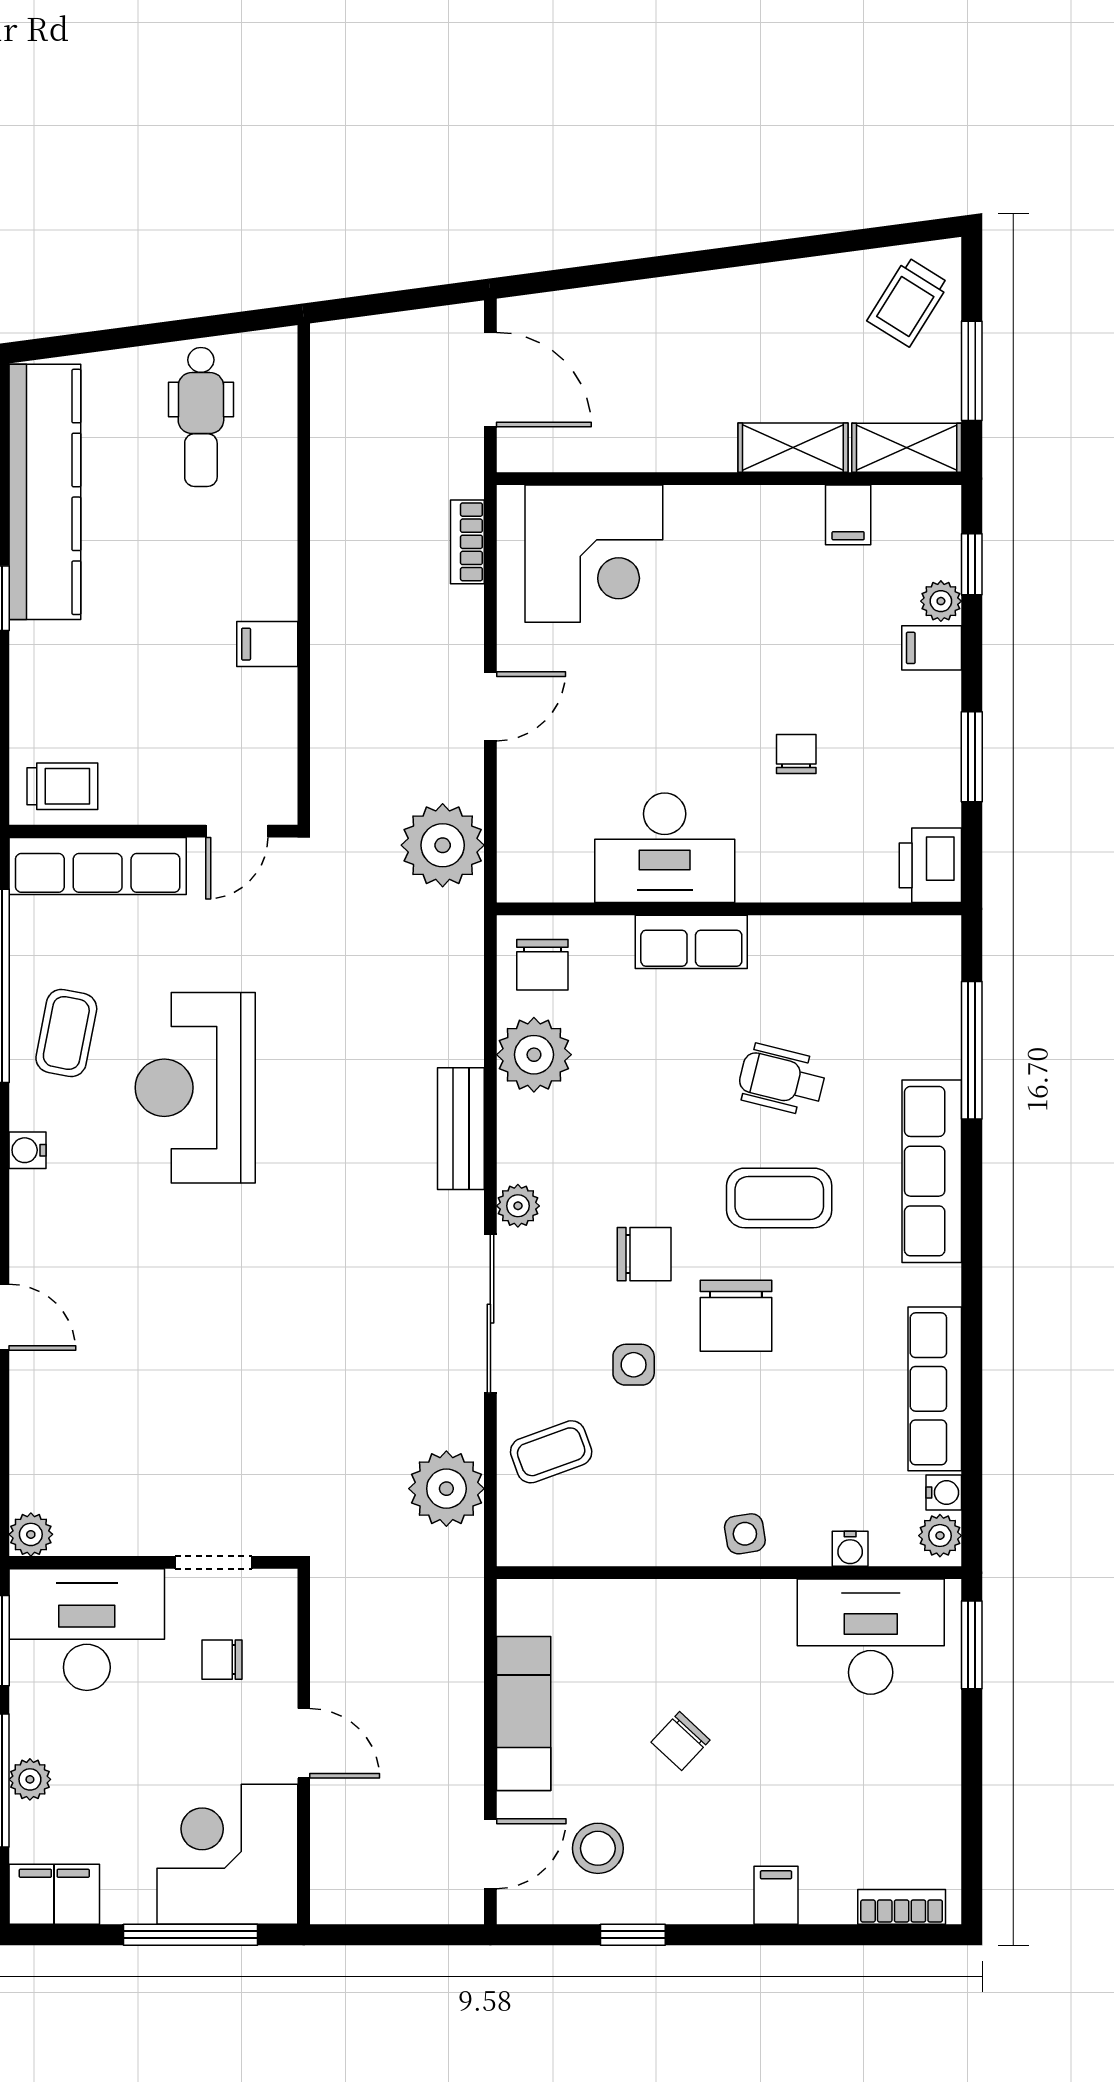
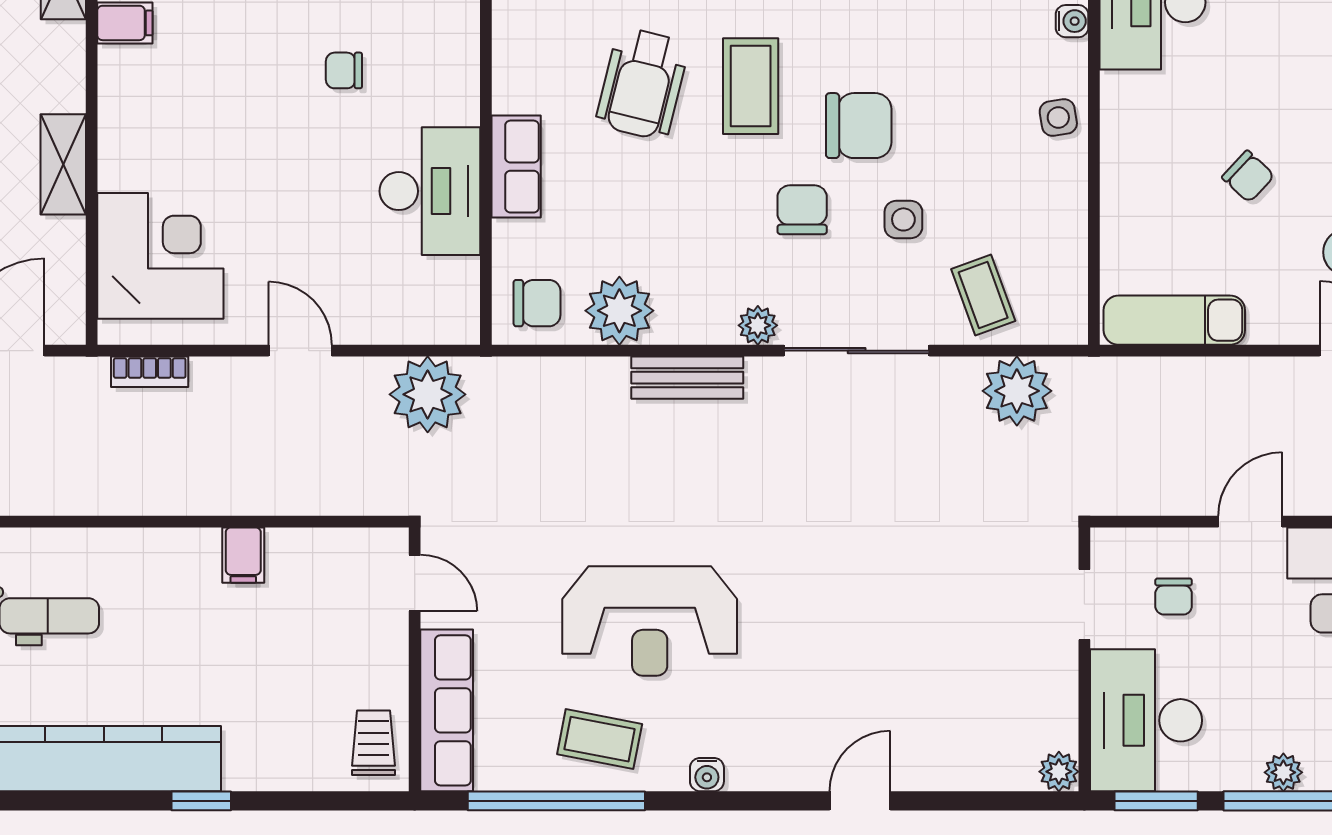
shelving: (793, 448) -> (63, 164), moved
wheelchair: (782, 1080) -> (642, 84), width x1.36, depth x1.37
exam couch: (524, 1713) -> (1174, 320), moved

